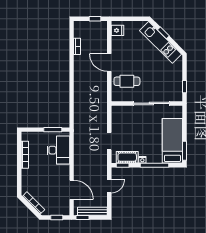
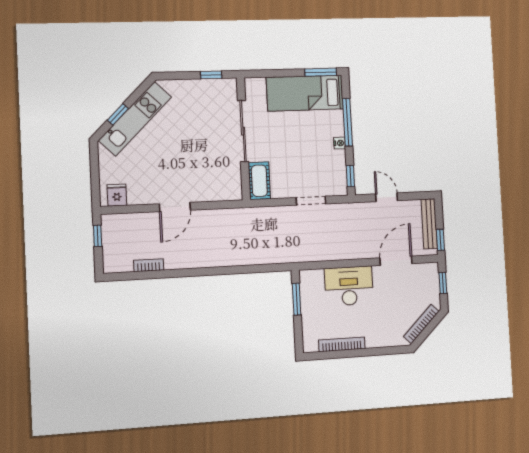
cafe table: (127, 81) -> (207, 175), removed
desk: (58, 150) -> (349, 286), moved
cot: (127, 157) -> (259, 181), moved

